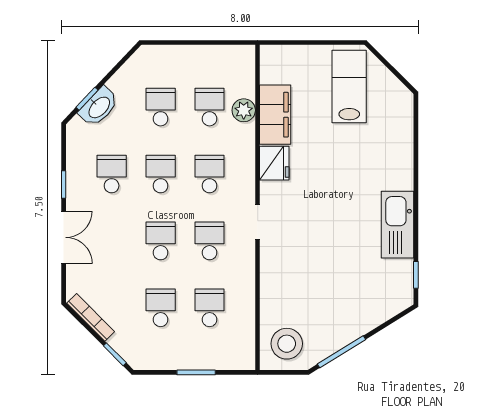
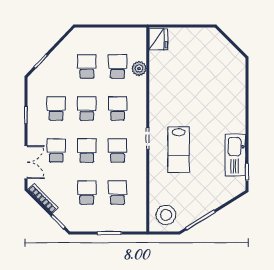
lab bench: (349, 87) -> (178, 150), moved, turned 180
washbasin: (99, 107) -> (48, 66), removed
filing cabinet: (275, 115) -> (159, 71), removed
fridge: (274, 163) -> (158, 39), moved
kitchen sink: (397, 225) -> (236, 155), moved
double door: (64, 237) -> (26, 162), moved
school desk: (112, 241) -> (56, 151), added

